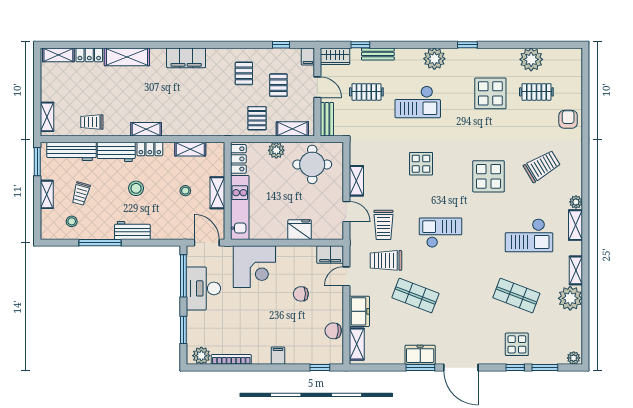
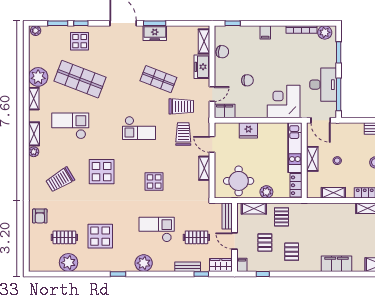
shop shelf: (516, 296) -> (80, 79), width x1.43, depth x1.36

